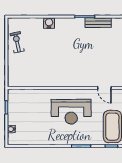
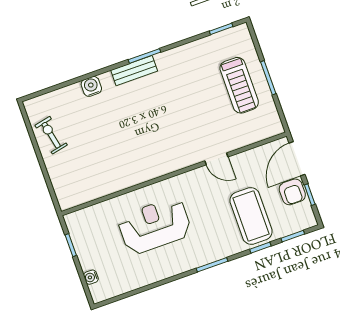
bench: (98, 23) -> (134, 71), moved
reception desk: (71, 112) -> (155, 226), moved, turned 180

